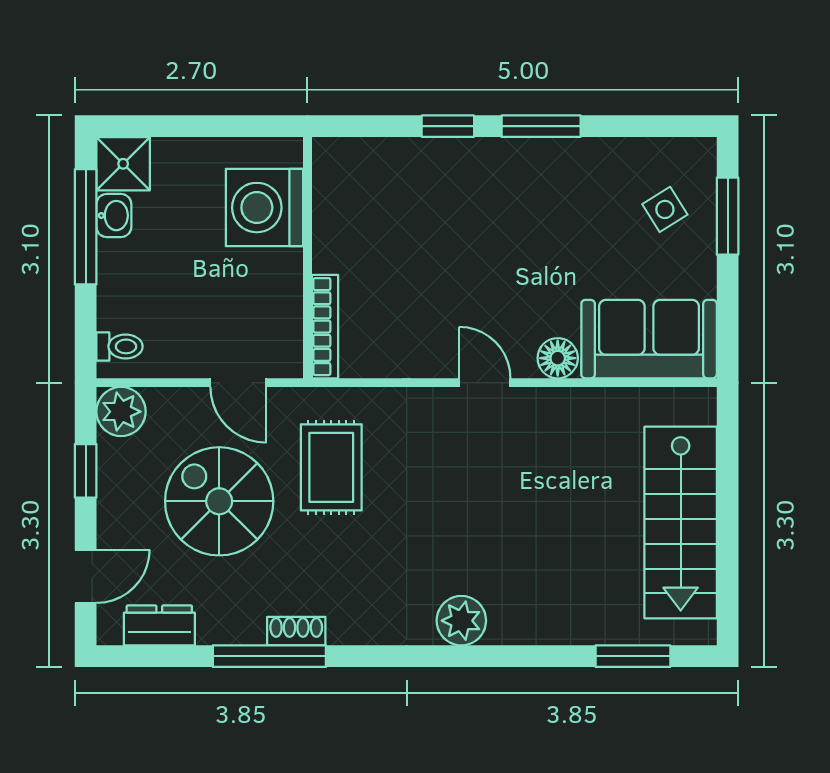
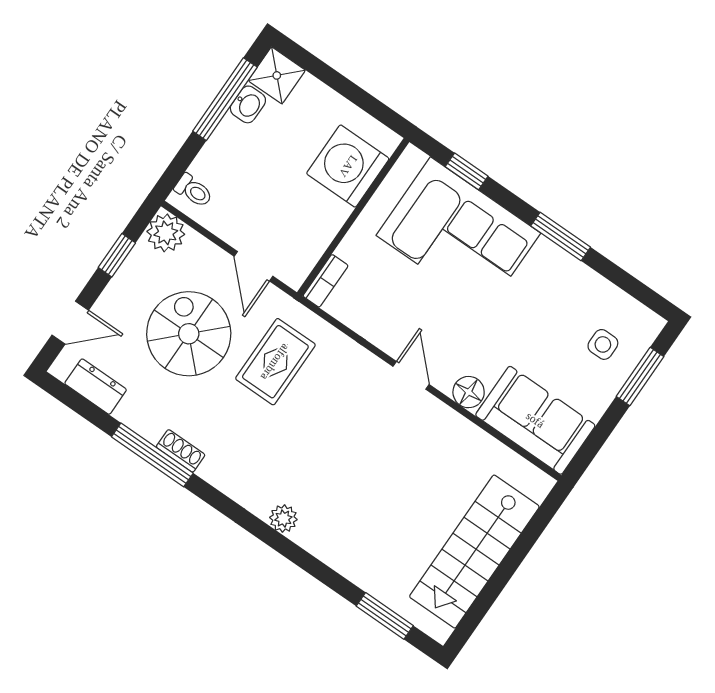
window: (448, 126) -> (467, 171), moved
corner sofa: (431, 199) -> (458, 234), added
side table: (665, 209) -> (603, 344), turned 32
bookcase: (325, 327) -> (326, 281), width x0.64
plant: (461, 621) -> (283, 519), width x0.73, depth x0.73

